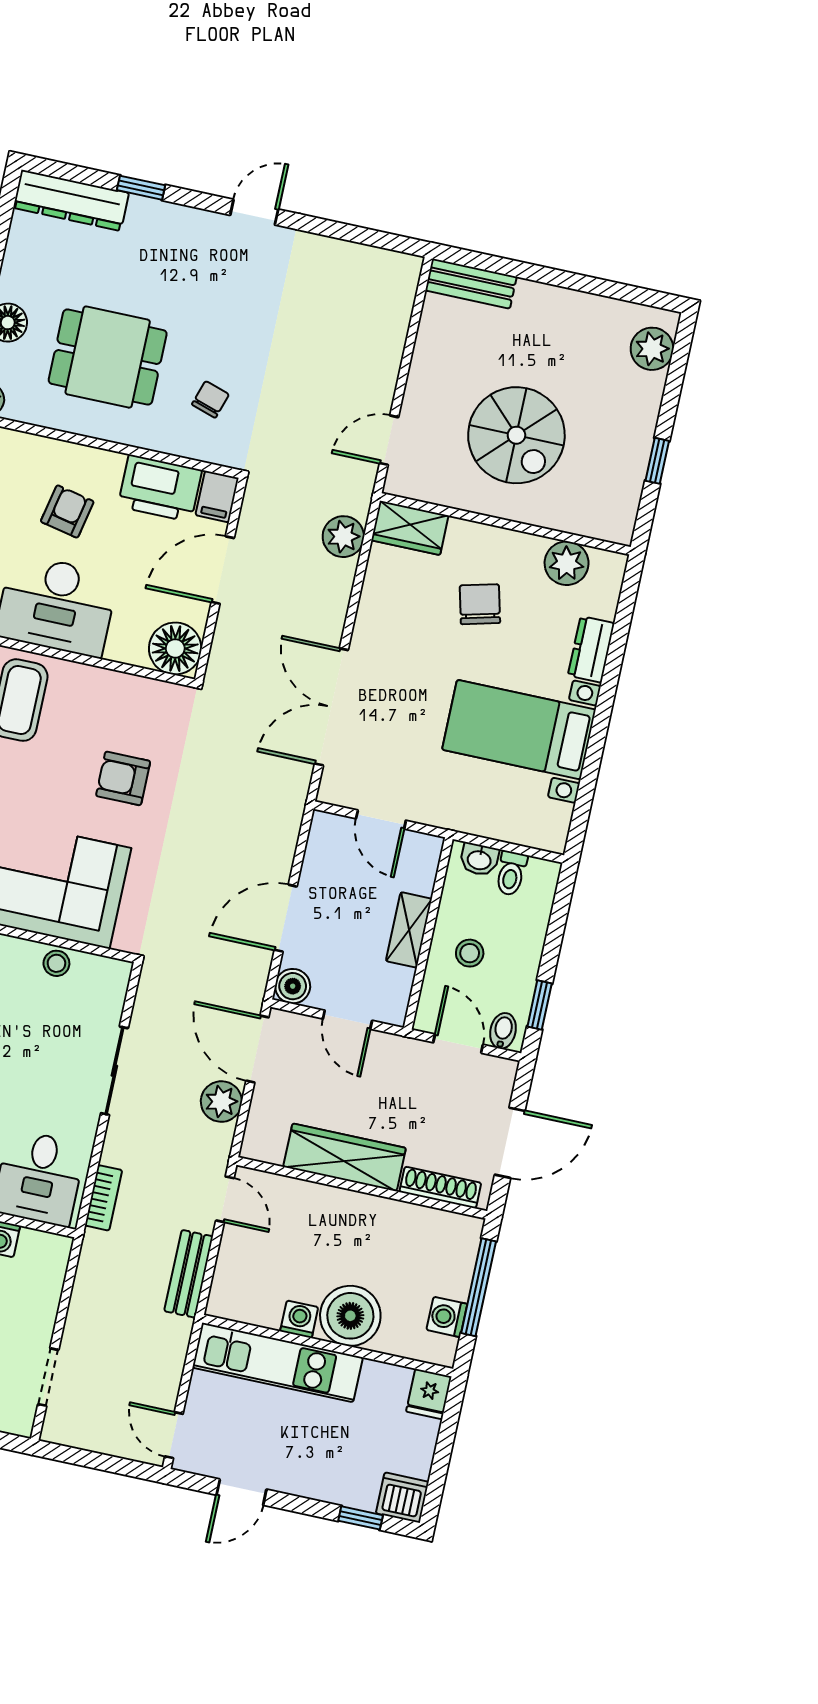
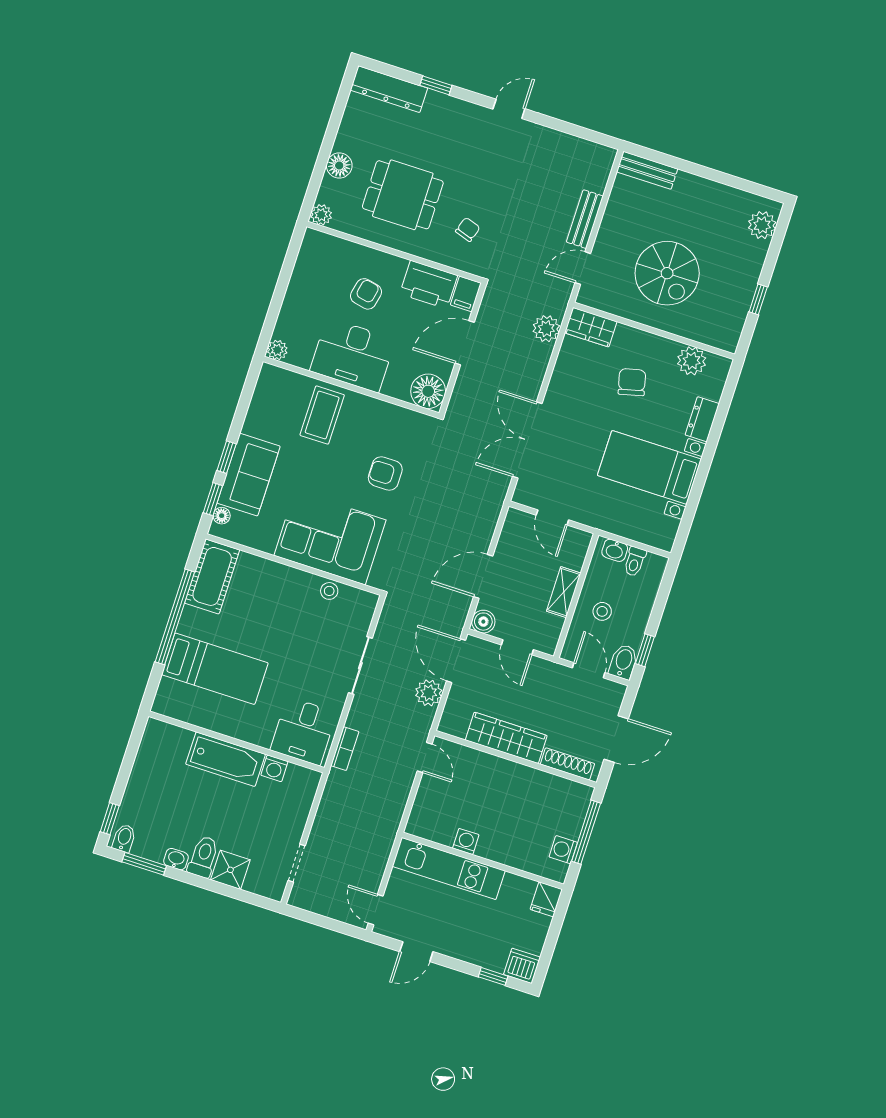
bidet: (503, 1031) -> (623, 662), width x1.38, depth x1.36
bench: (189, 1274) -> (585, 219), moved
boiler: (350, 1316) -> (500, 843), removed

